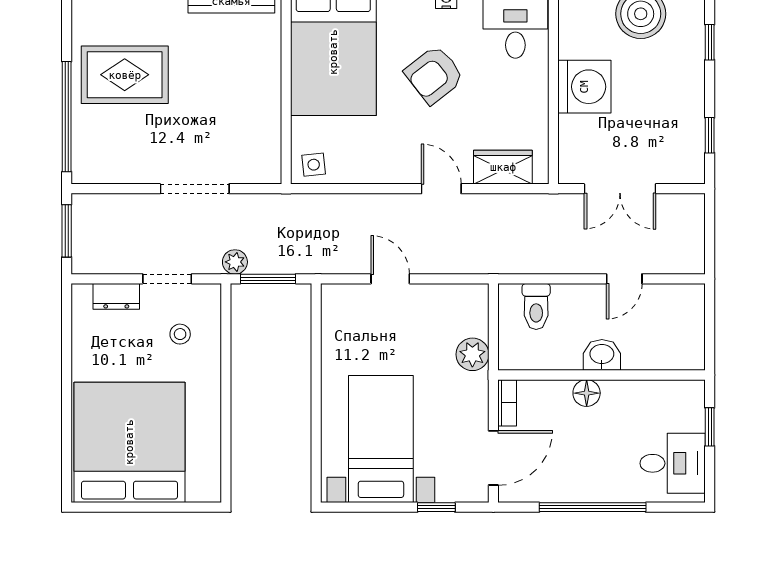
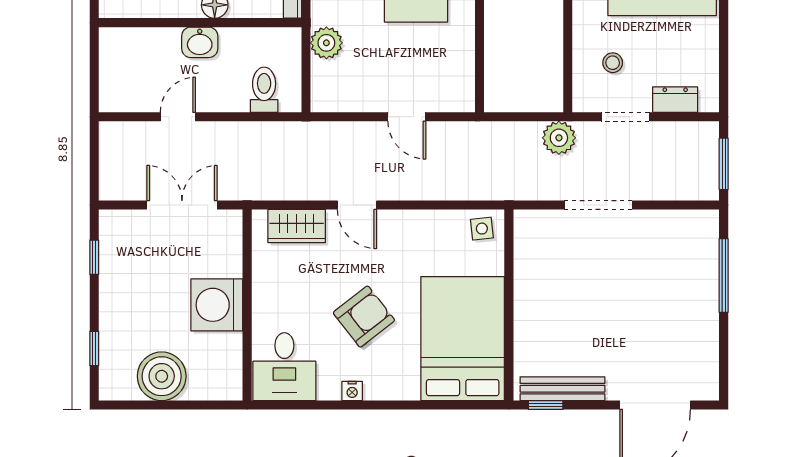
rug: (125, 75) -> (667, 317), removed
window: (67, 117) -> (724, 276), width x0.68
plant: (235, 262) -> (559, 138), width x1.38, depth x1.38
window: (268, 279) -> (526, 117), removed

